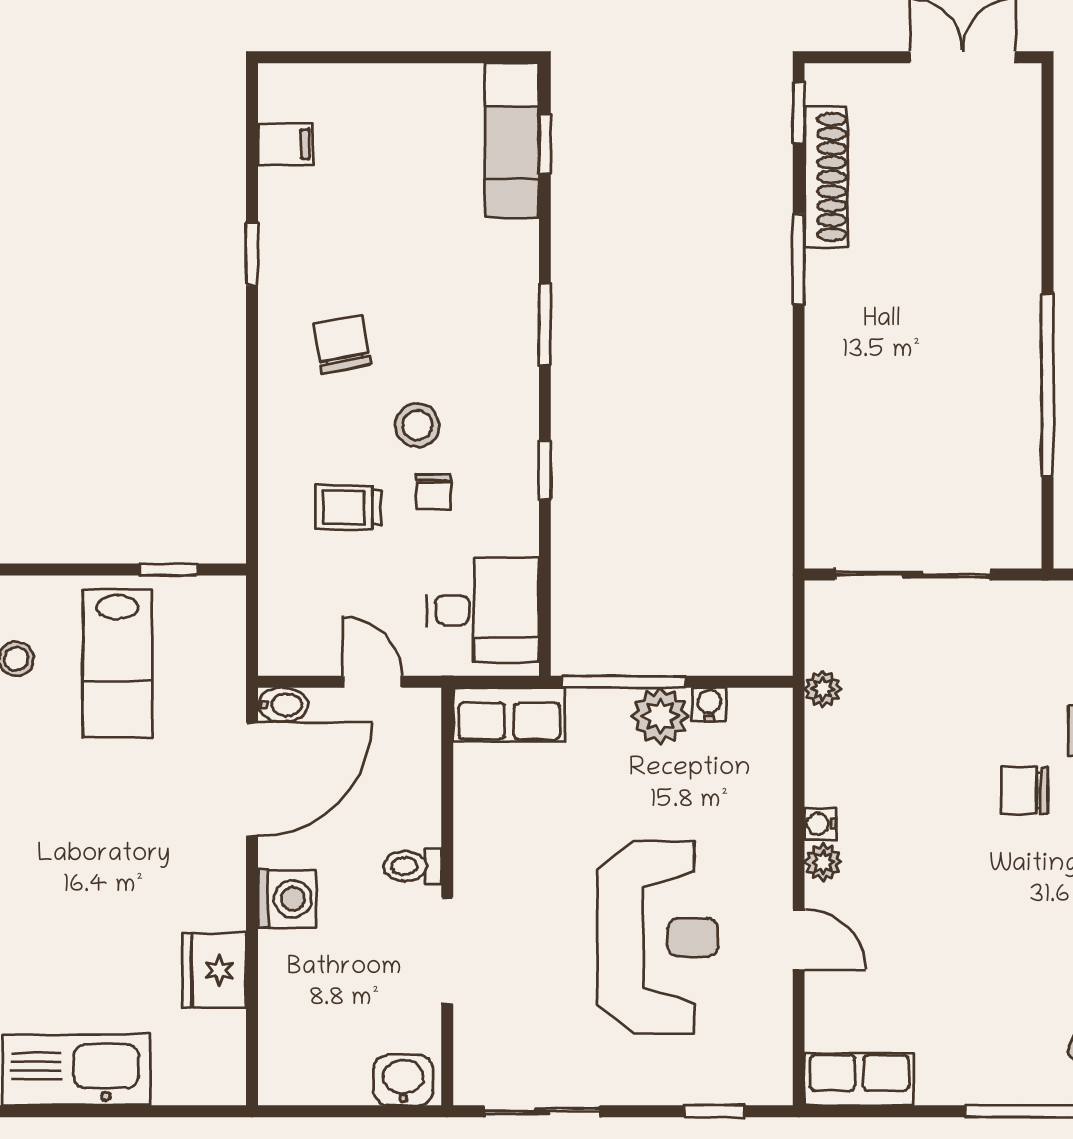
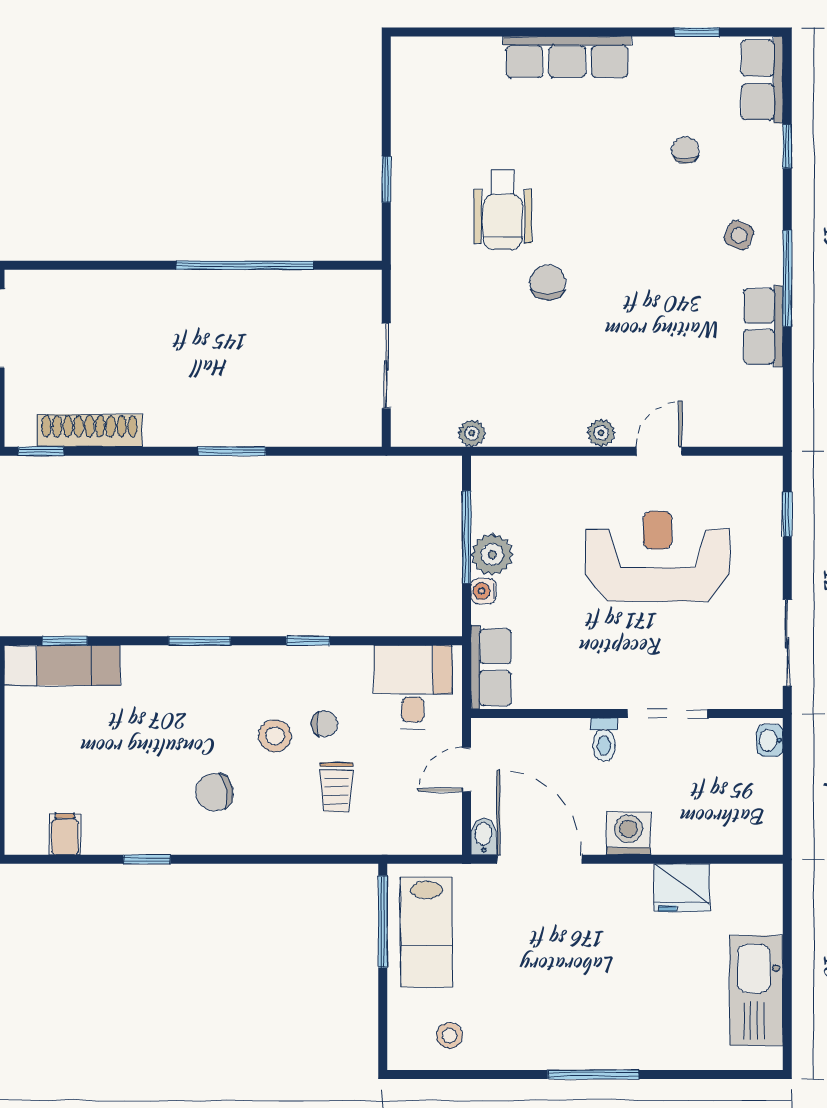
window: (799, 259) -> (232, 451), moved
window: (169, 570) -> (383, 922), width x2.17
sliding door: (913, 574) -> (386, 366), width x0.73
lab bench: (117, 664) -> (426, 932), moved, turned 90
window: (624, 682) -> (467, 537), moved
water cooler: (709, 704) -> (483, 591), moved
chair: (1024, 790) -> (548, 282), turned 180
water cooler: (820, 824) -> (573, 435), removed
row of seats: (859, 1079) -> (763, 326), moved
washbasin: (403, 1080) -> (770, 740), width x0.72, depth x0.69

